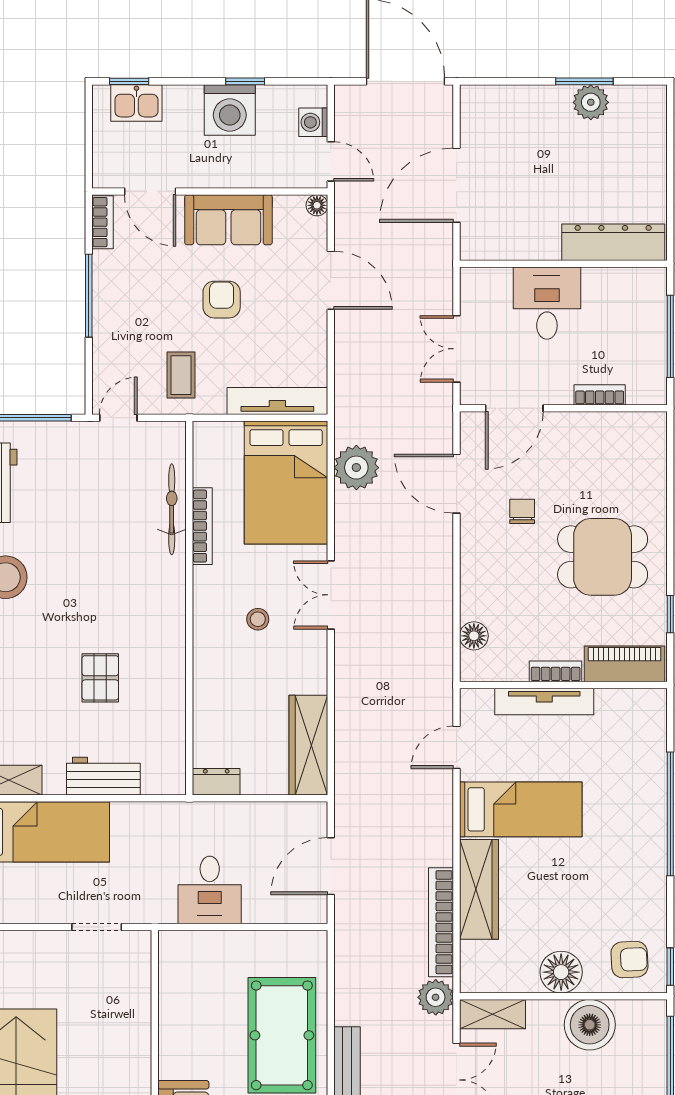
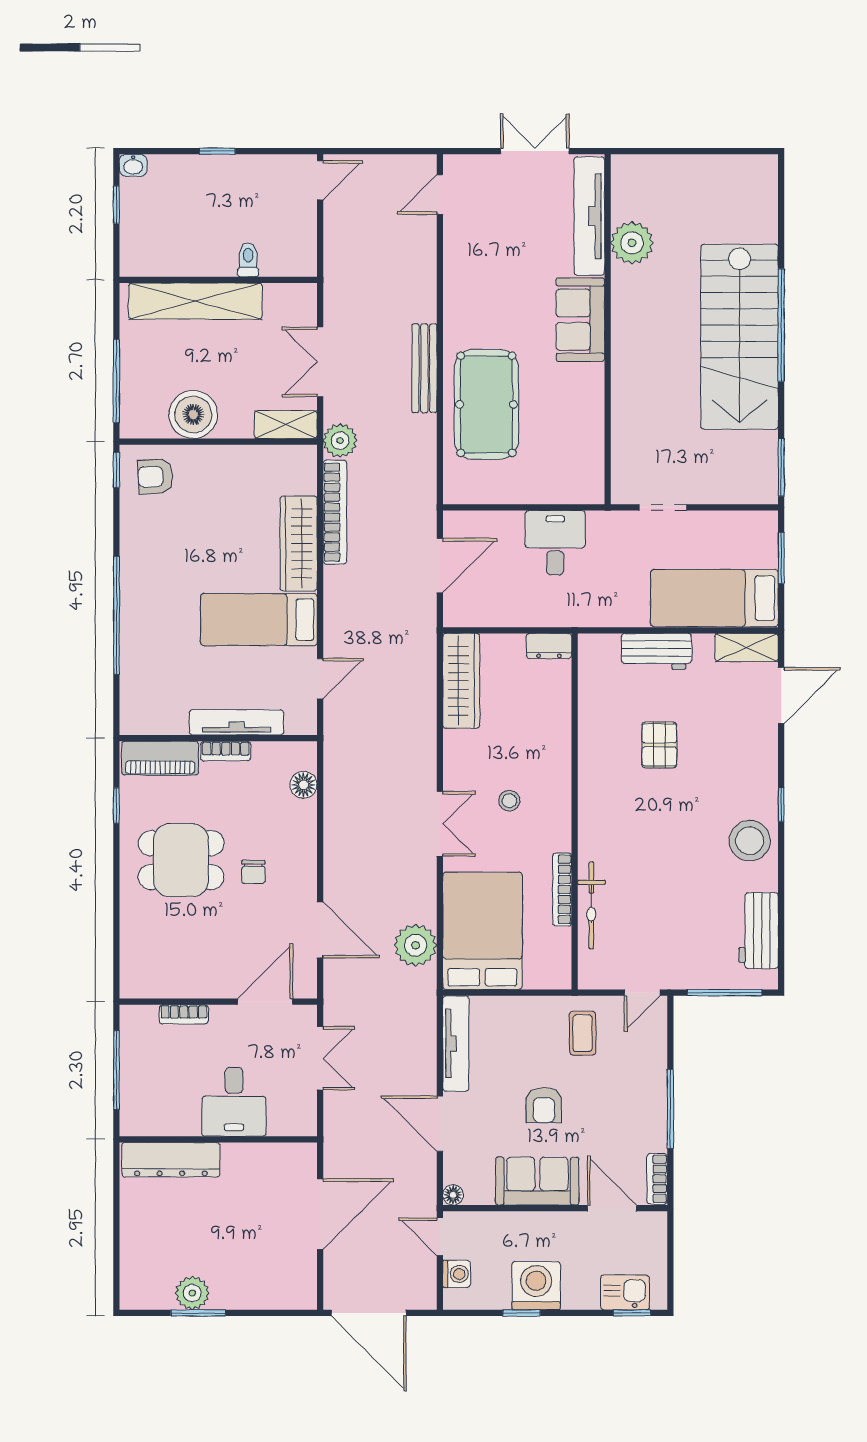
tv unit: (277, 401) -> (456, 1043), moved, turned -90
chair: (522, 511) -> (253, 872), moved
floor lamp: (561, 972) -> (221, 465), removed

